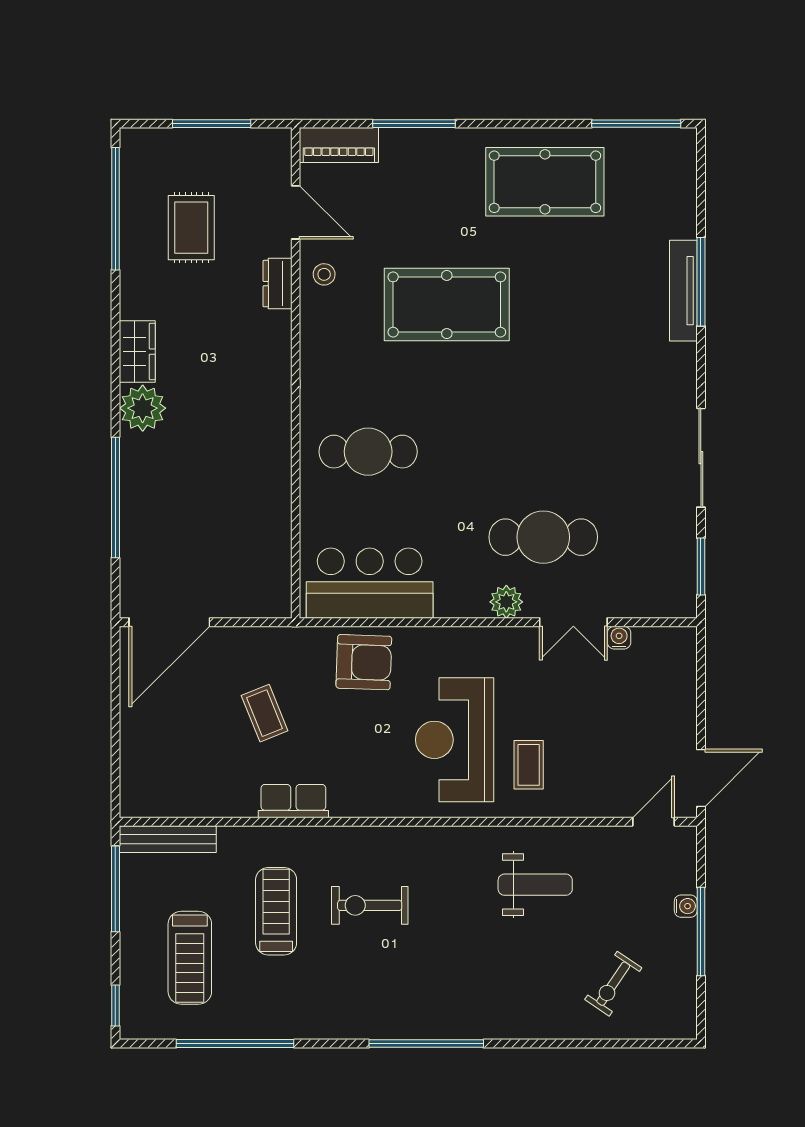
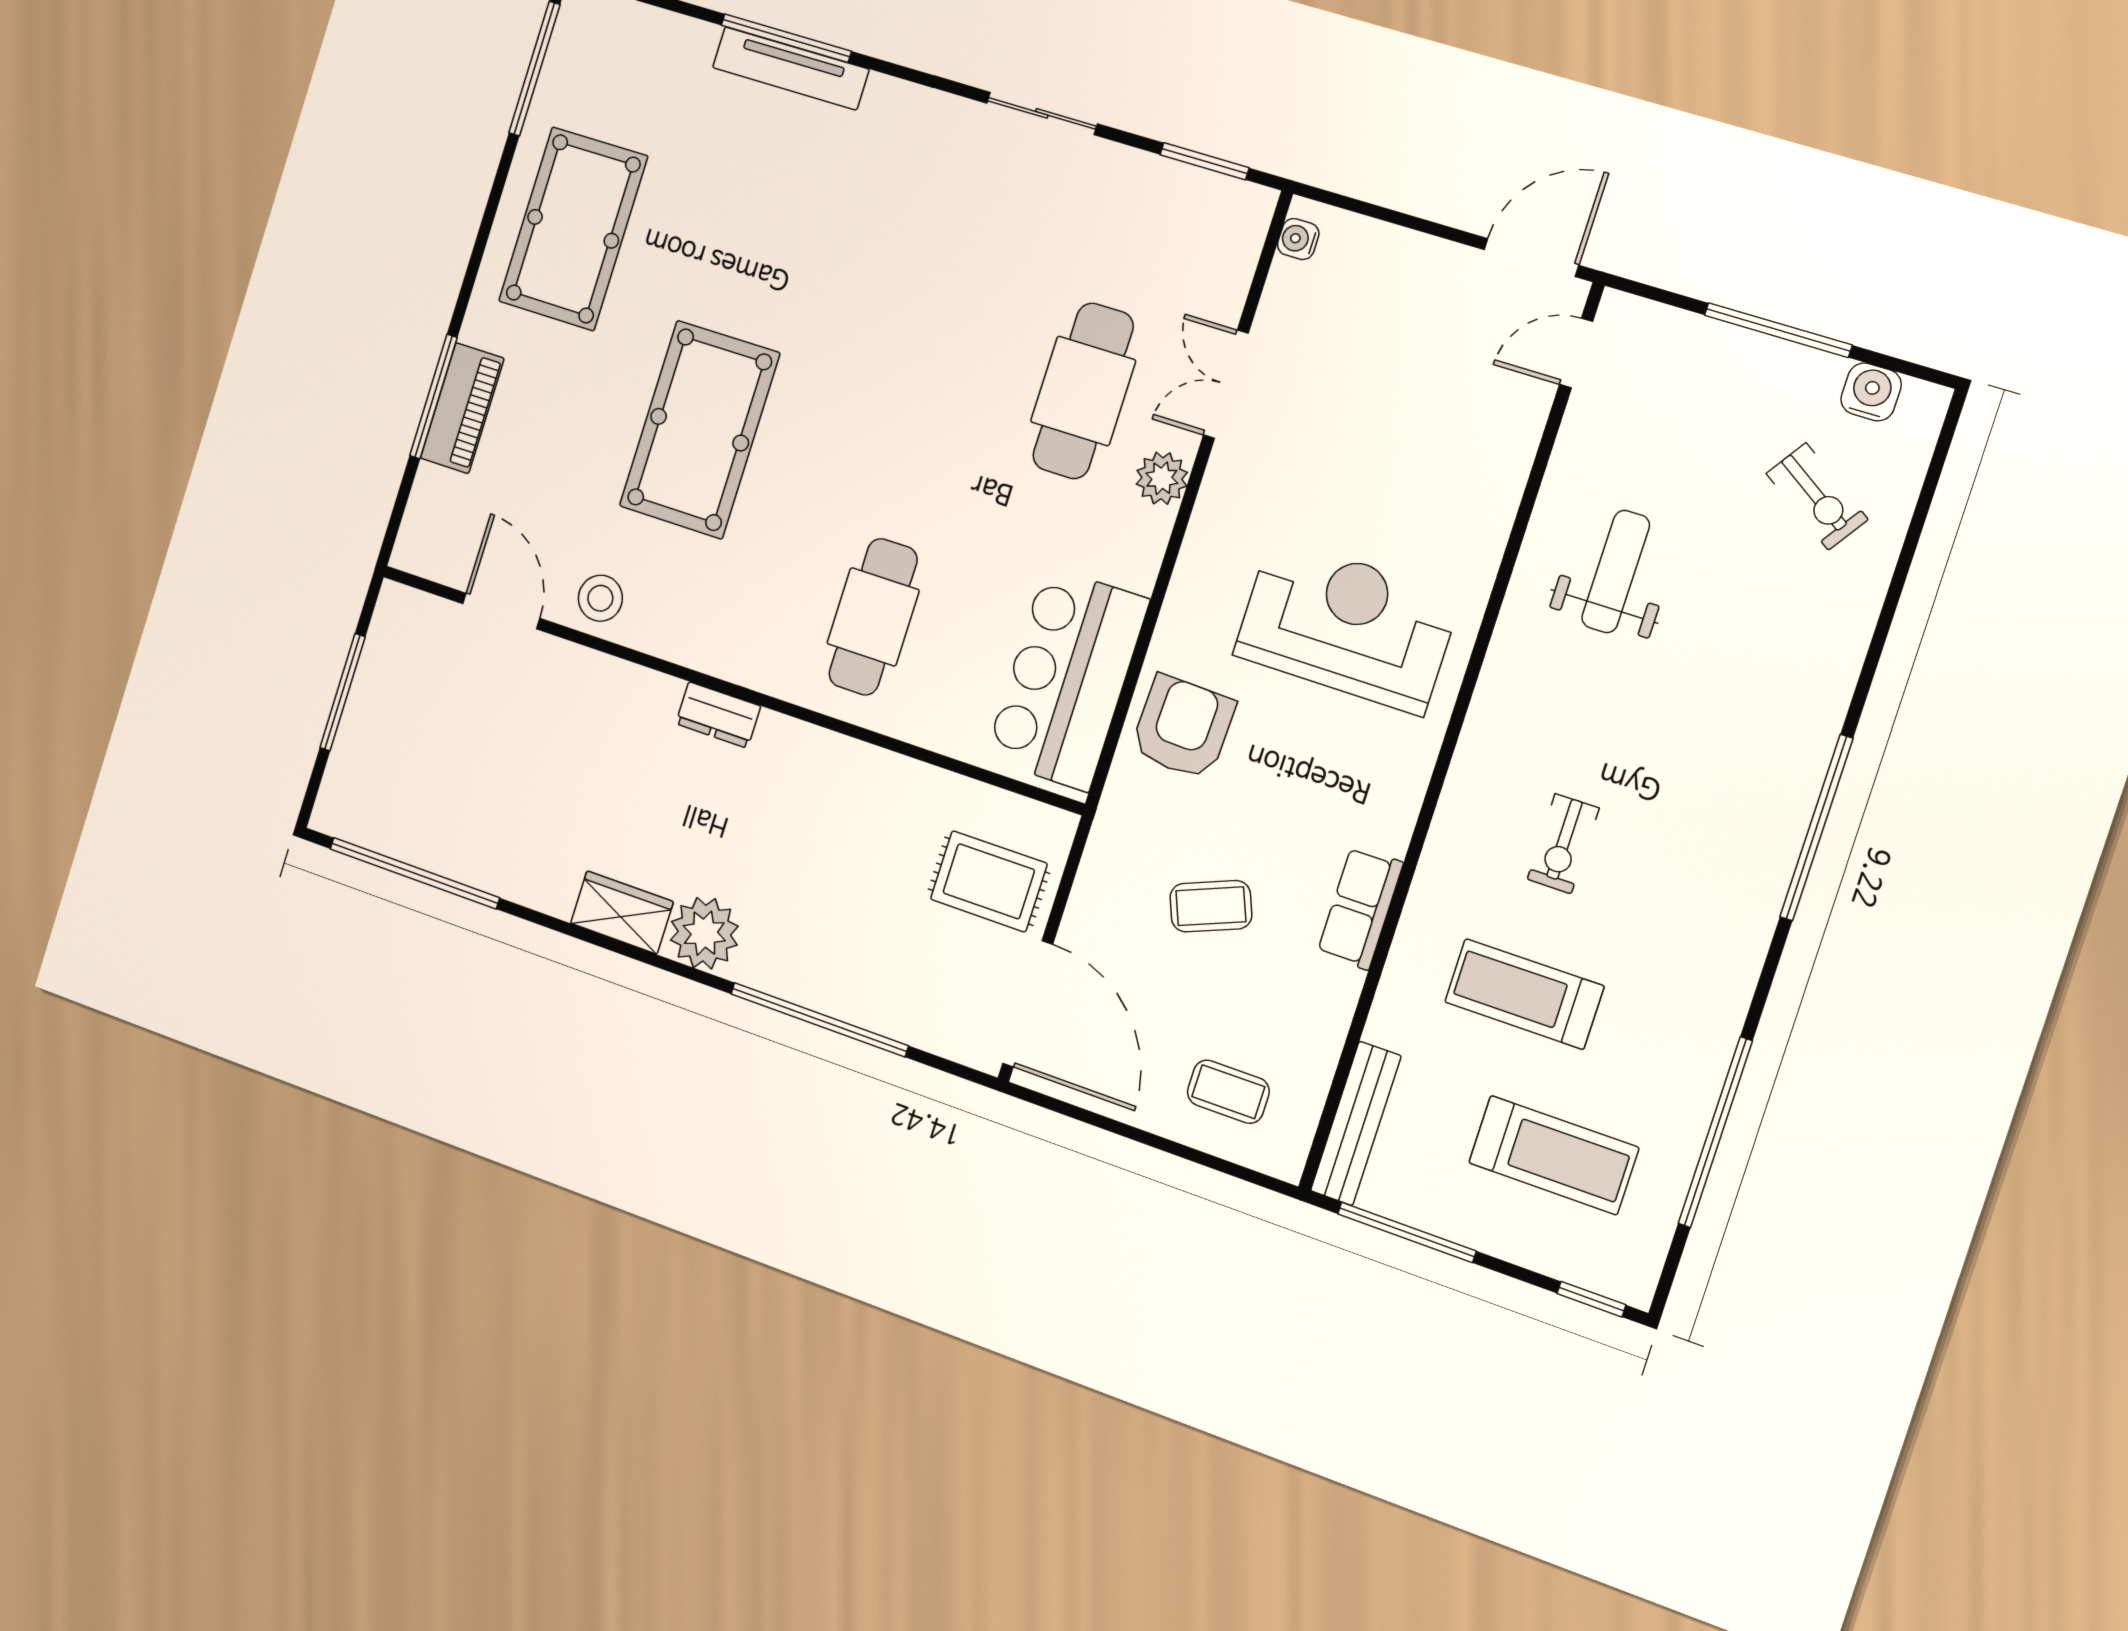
piano: (339, 145) -> (462, 408), moved
door: (296, 212) -> (501, 611), hinge flipped
rug: (191, 228) -> (989, 881), moved
stool: (324, 274) -> (600, 598), width x1.37, depth x1.37
dresser: (277, 284) -> (718, 715), moved
sliding door: (701, 458) -> (1042, 113), width x0.73
double door: (573, 622) -> (1226, 384), swing flipped
water cooler: (619, 638) -> (1298, 239), moved
reception desk: (455, 740) -> (1347, 626), turned 180
coffee table: (529, 765) -> (1228, 1092), moved
door: (701, 778) -> (1531, 257), hinge flipped
door: (653, 822) -> (1576, 353), hinge flipped
exercise bike: (370, 905) -> (1563, 844), width x0.73, depth x0.72
water cooler: (686, 906) -> (1871, 392), moved, width x1.38, depth x1.38

